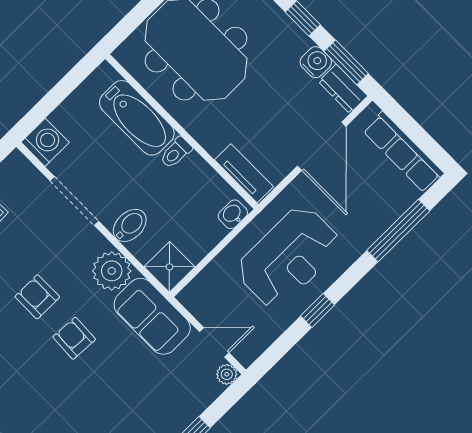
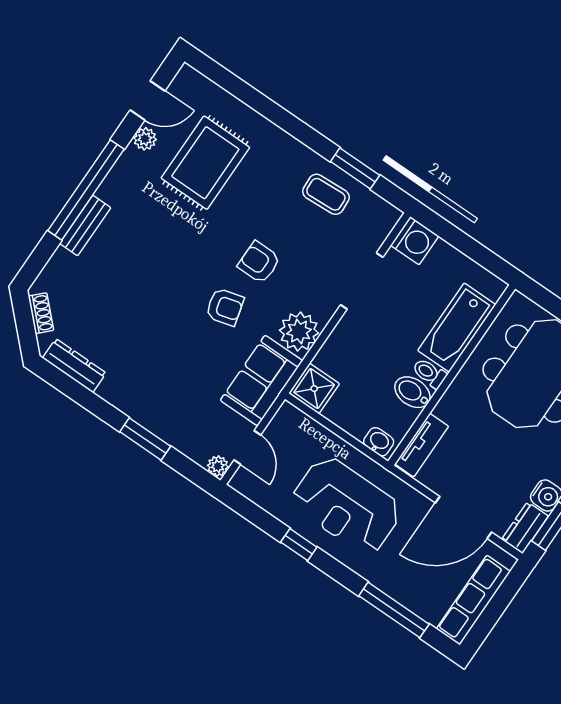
bidet: (130, 225) -> (412, 392), moved, turned 180
armchair: (37, 297) -> (259, 262), turned -90
armchair: (74, 338) -> (225, 307), turned 72

